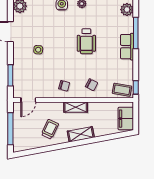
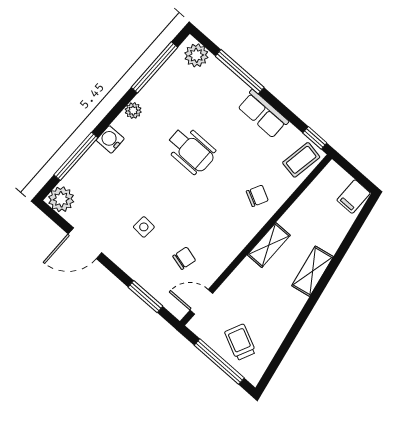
row of seats: (127, 47) -> (263, 114), moved
chair: (64, 86) -> (184, 258), moved
door: (28, 100) -> (201, 302), swing flipped
filing cabinet: (126, 119) -> (354, 197), width x0.50
trolley: (50, 129) -> (240, 342), moved

